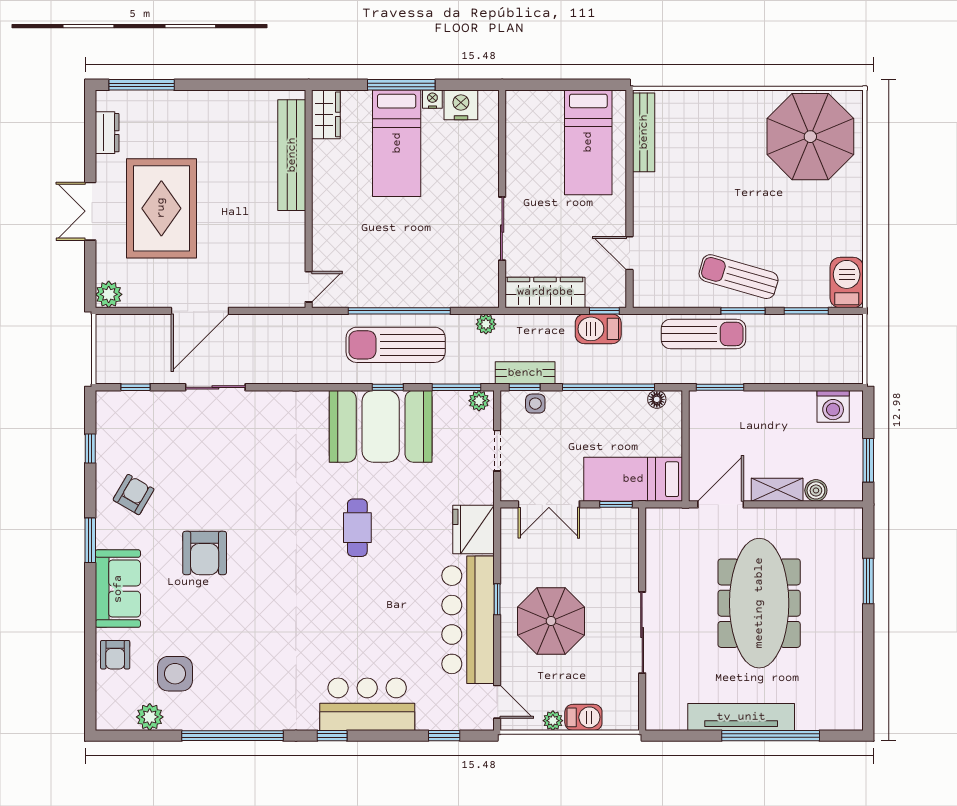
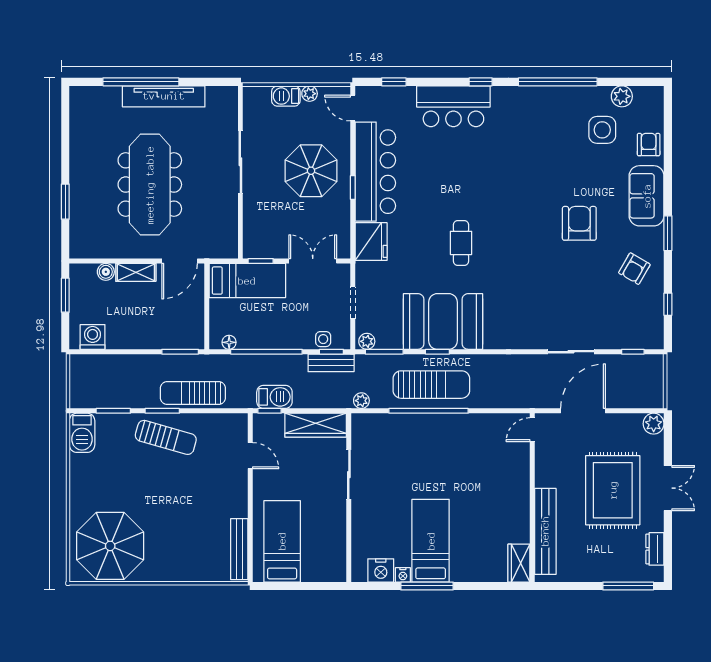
wardrobe: (326, 114) -> (519, 563), moved
bench: (292, 155) -> (545, 531), moved
wall: (309, 199) -> (532, 498), moved
door: (309, 287) -> (532, 430), moved

